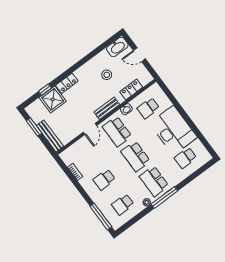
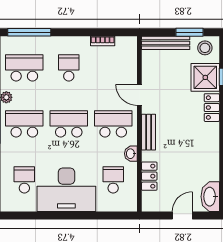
stool: (107, 75) -> (205, 48), moved
school desk: (123, 204) -> (24, 68), width x1.85

